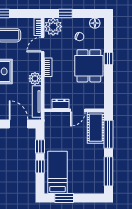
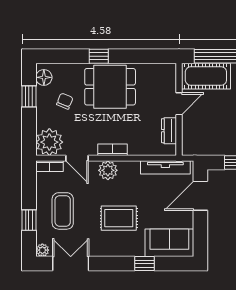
window: (65, 14) -> (29, 96), moved
plant: (35, 78) -> (108, 170), moved
door: (78, 110) -> (179, 104), hinge flipped

